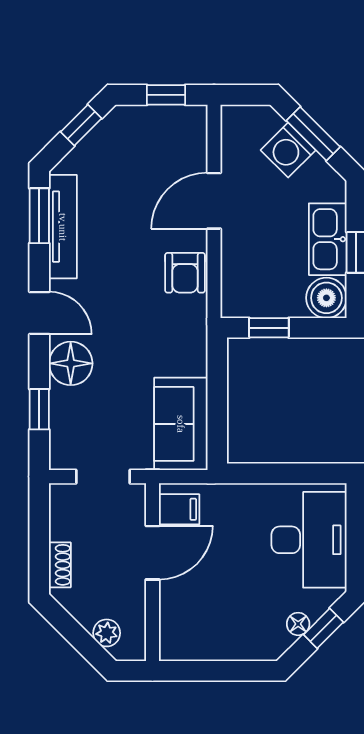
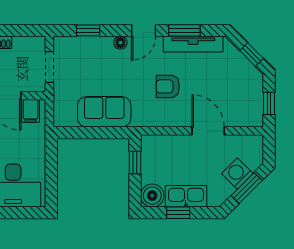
window: (39, 216) -> (184, 30), moved
armchair: (185, 273) -> (168, 86), moved
floor lamp: (71, 363) -> (120, 43), width x0.53, depth x0.53
sofa: (181, 424) -> (104, 112), moved

